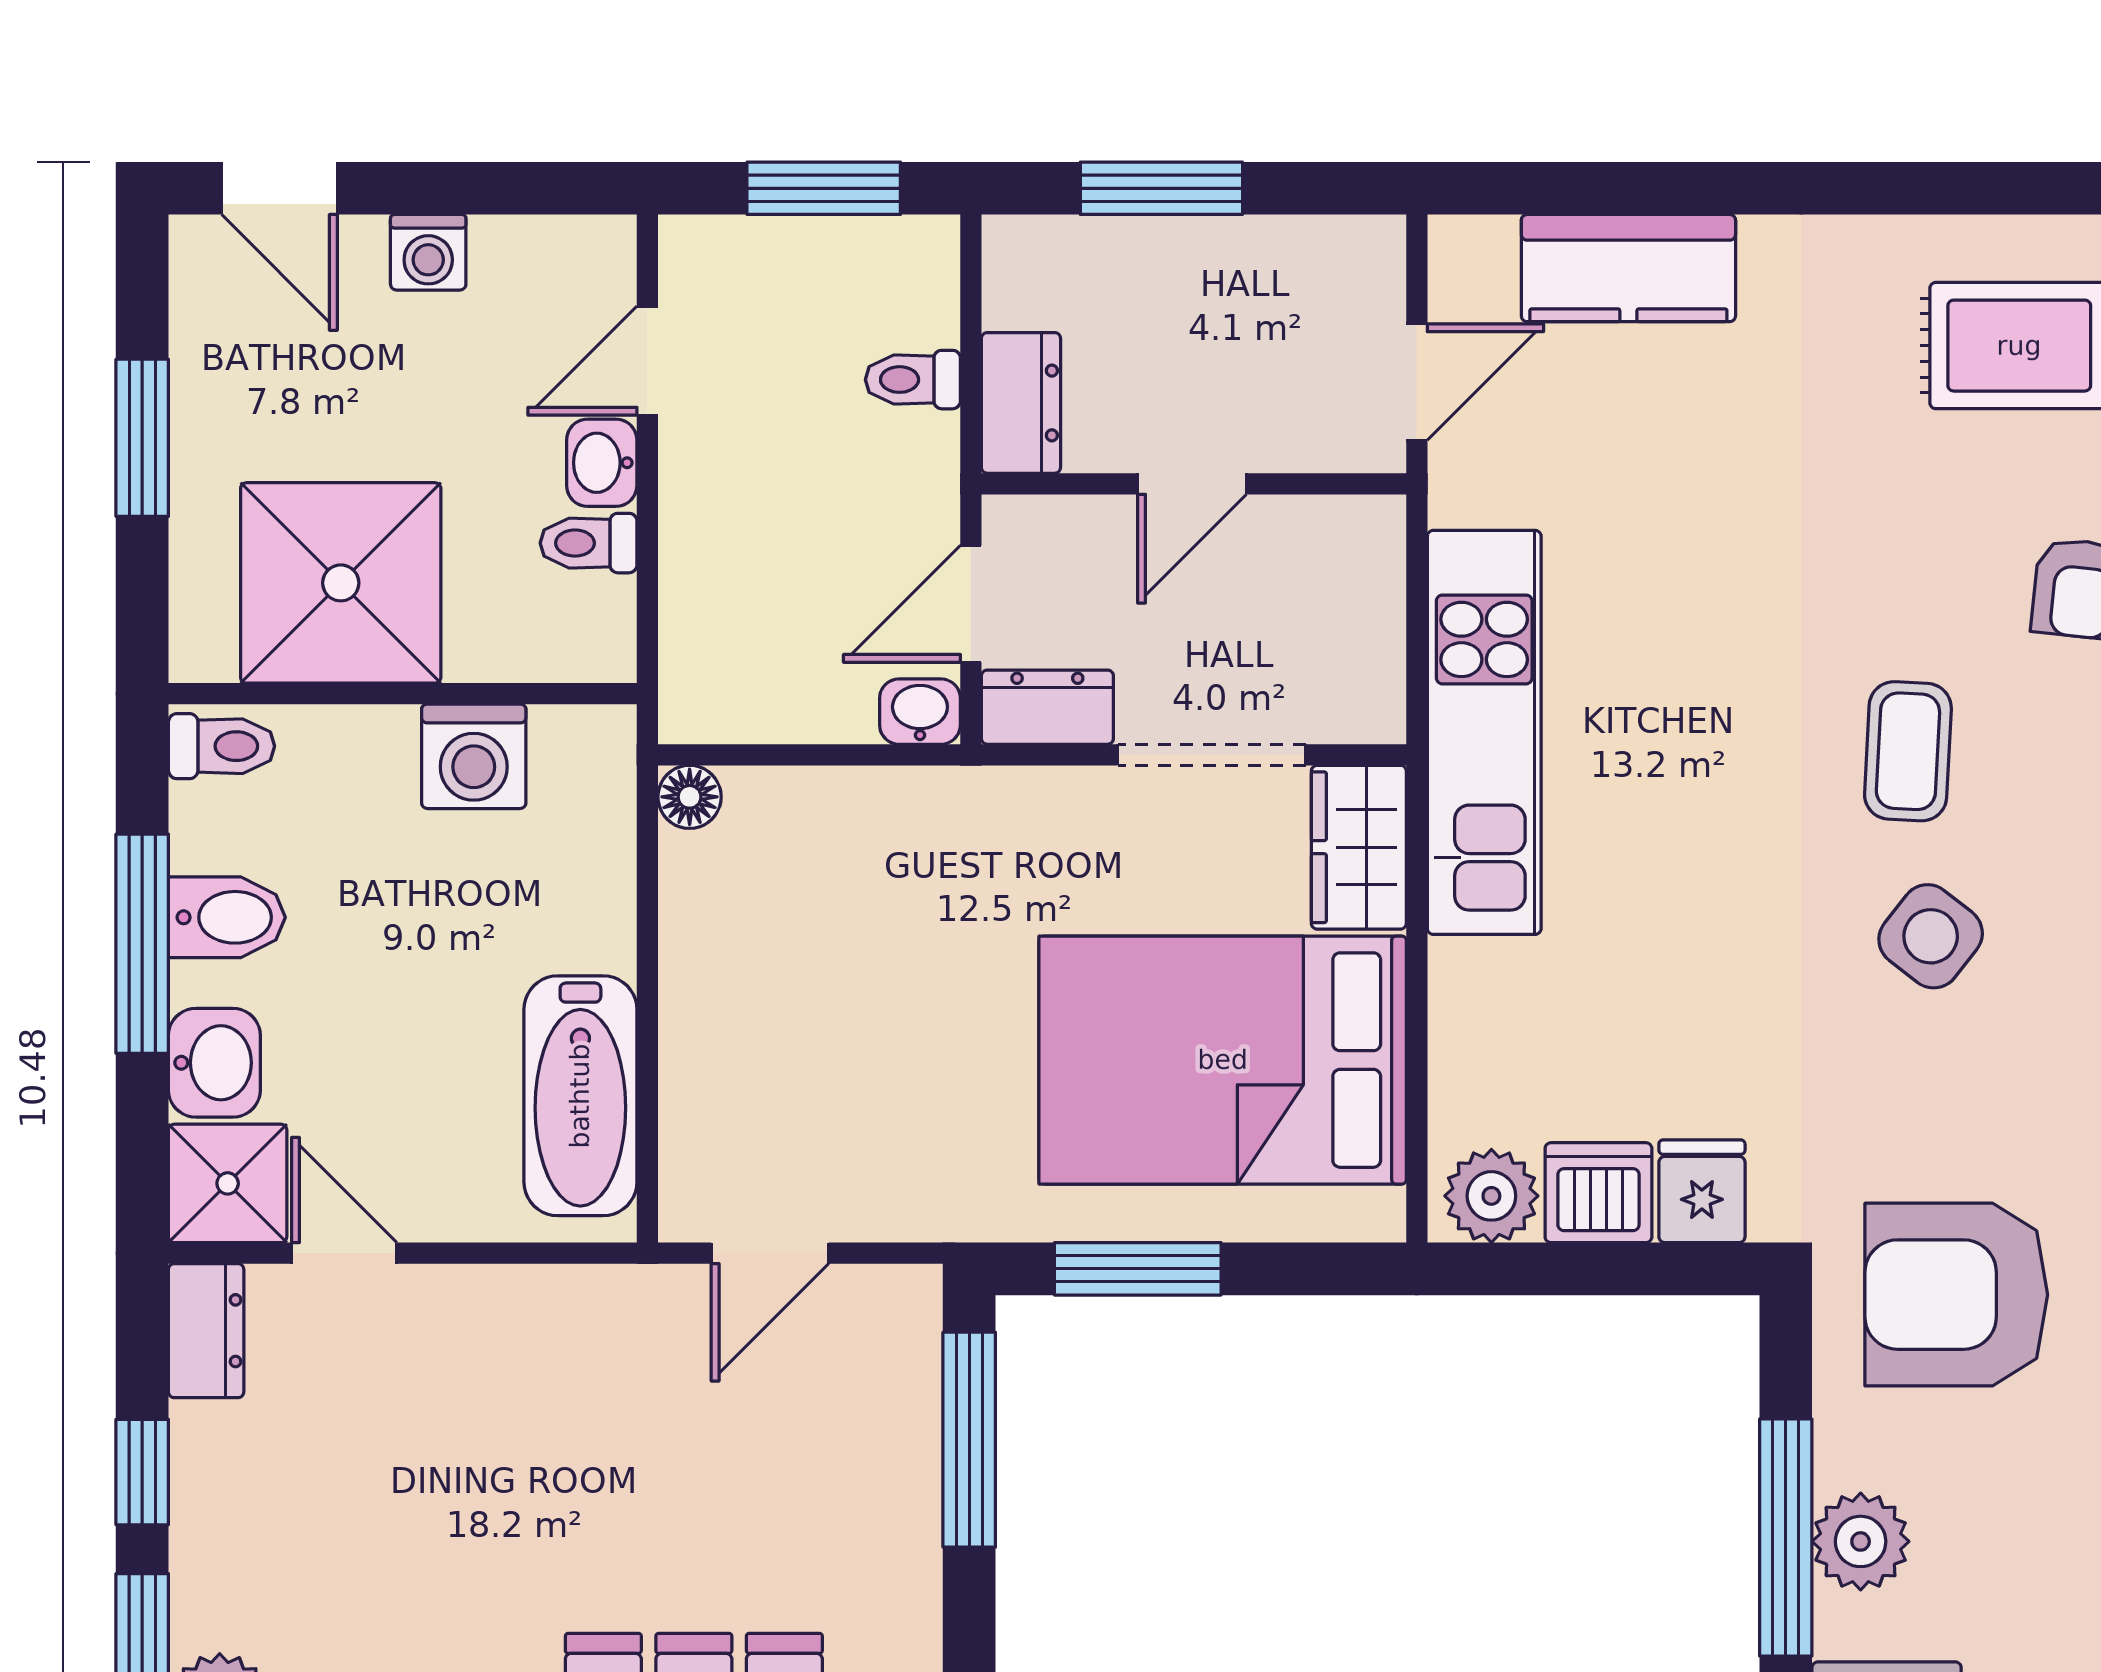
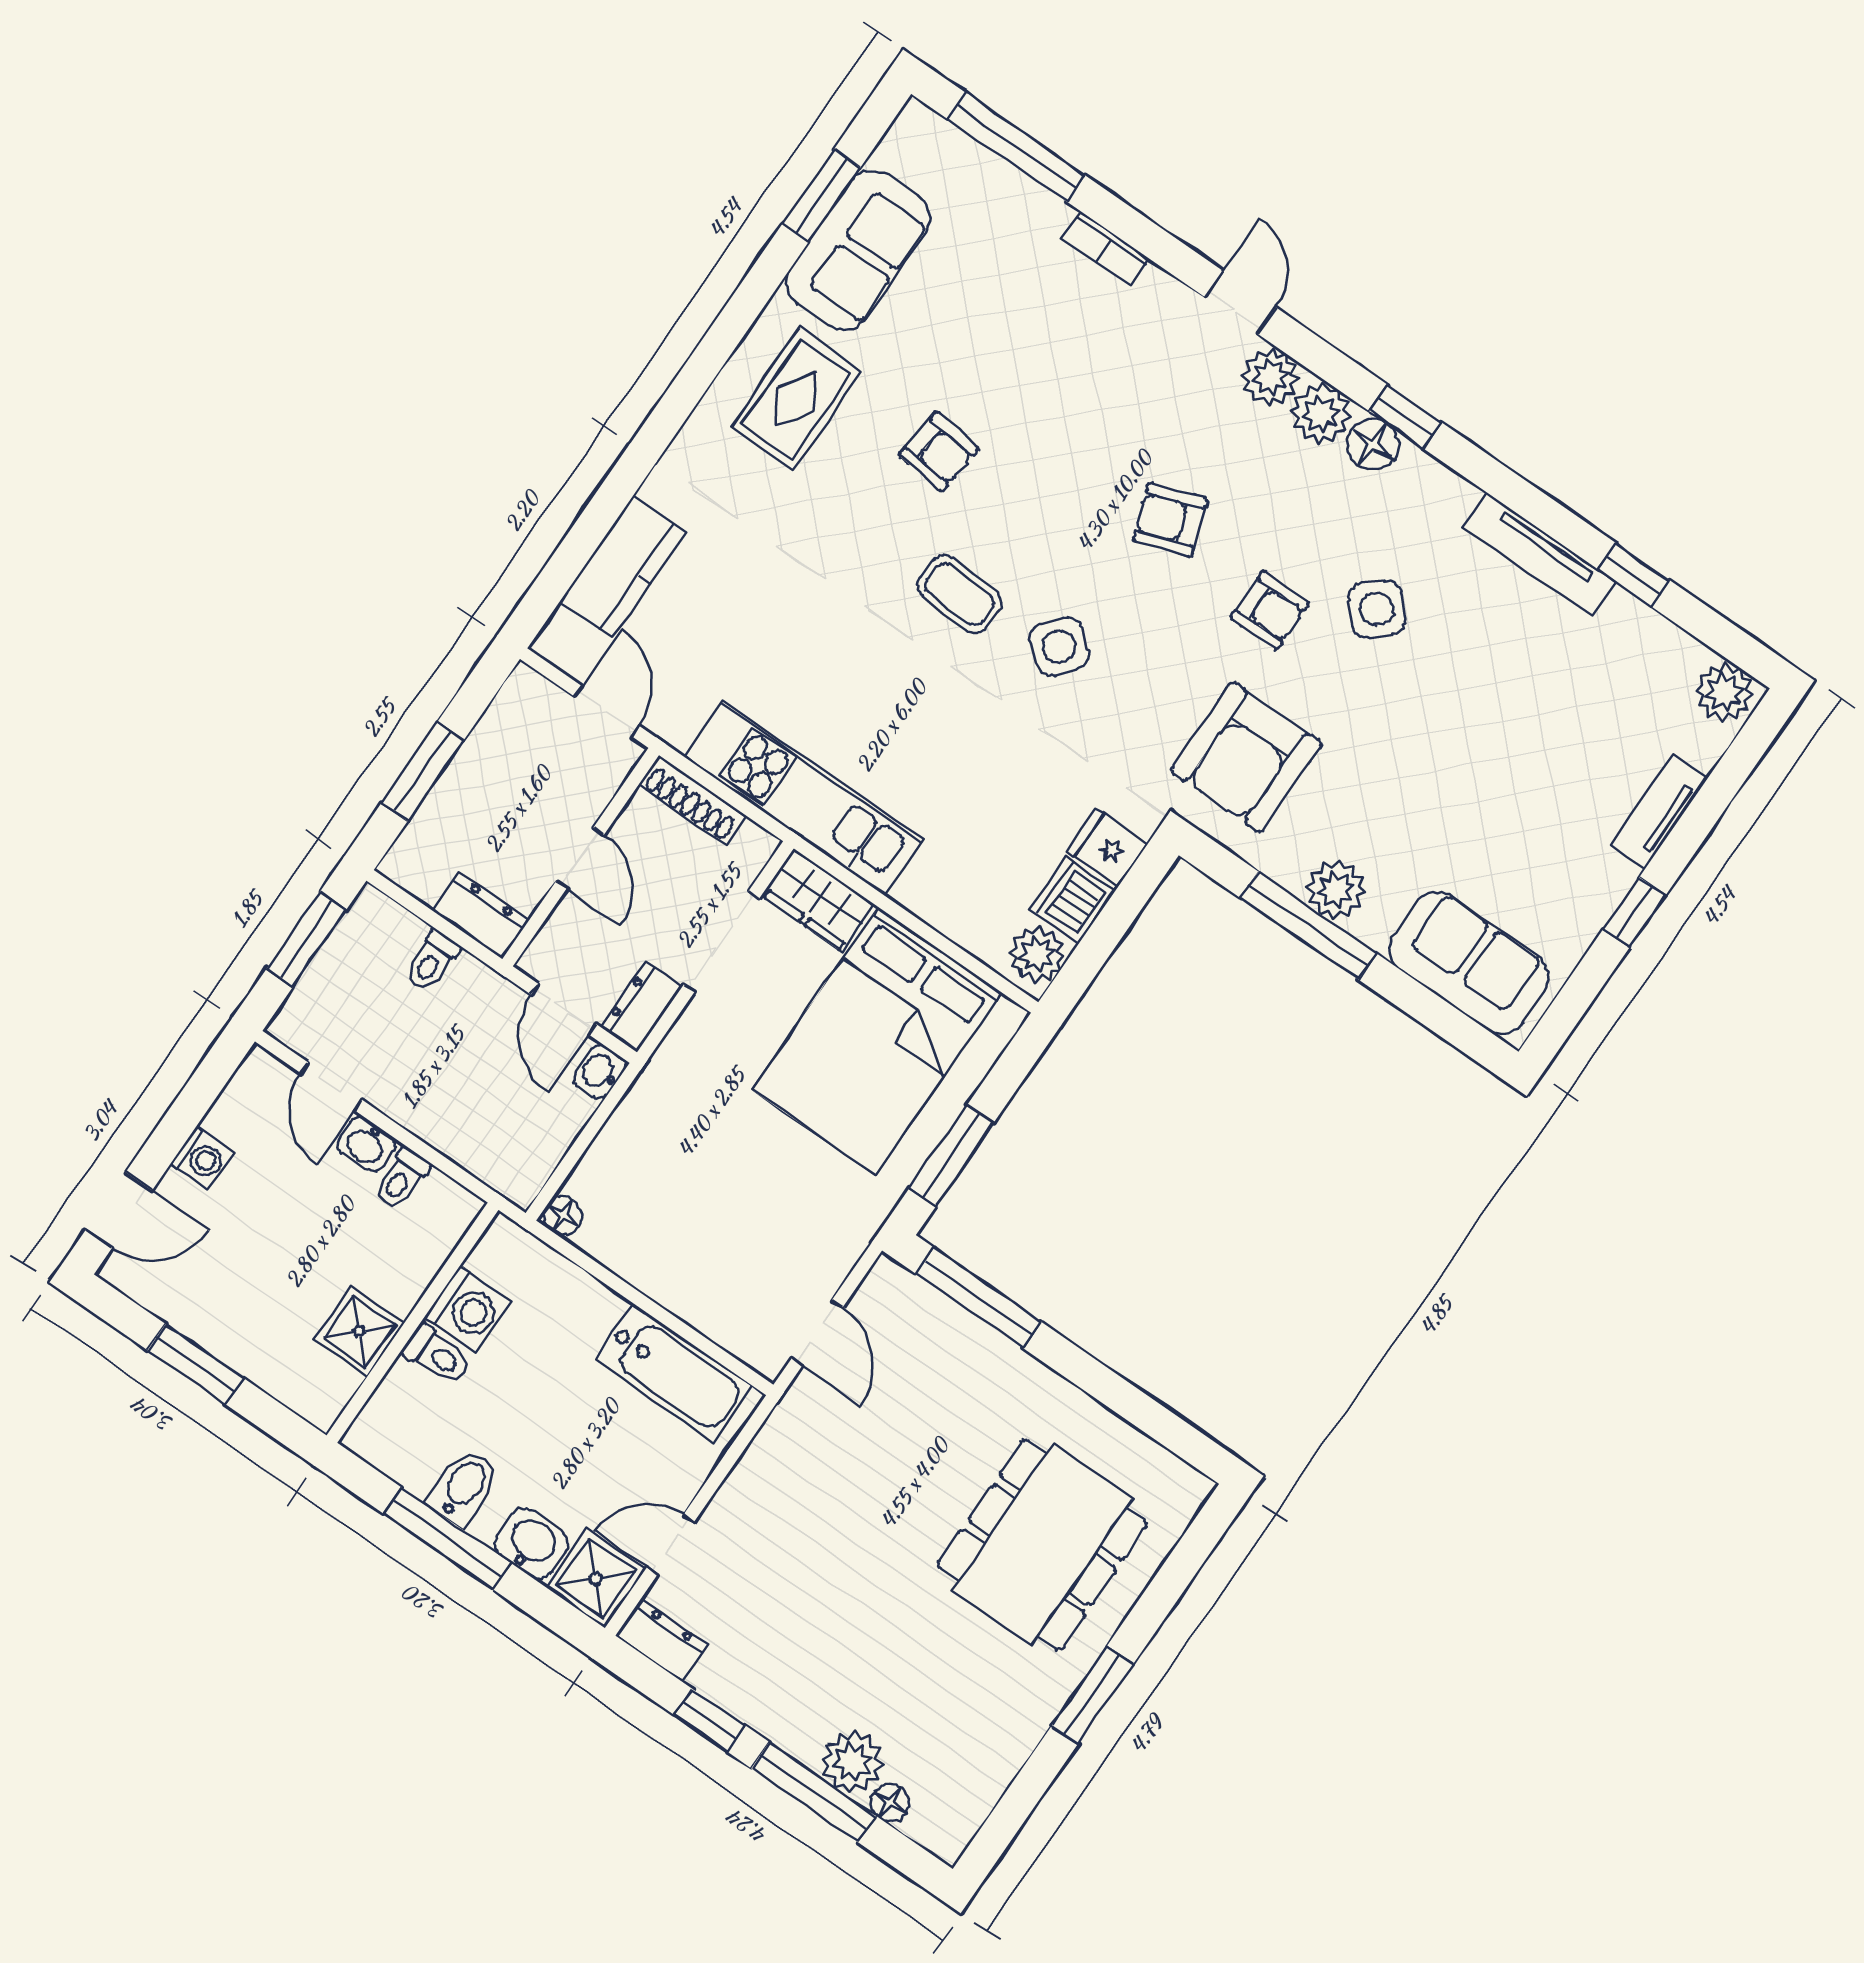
shoe rack: (1376, 582) -> (692, 800), added
shower: (341, 583) -> (359, 1331), width x0.54, depth x0.54
toilet: (221, 746) -> (437, 1355), moved, turned 90

